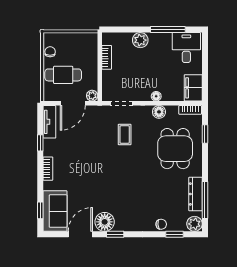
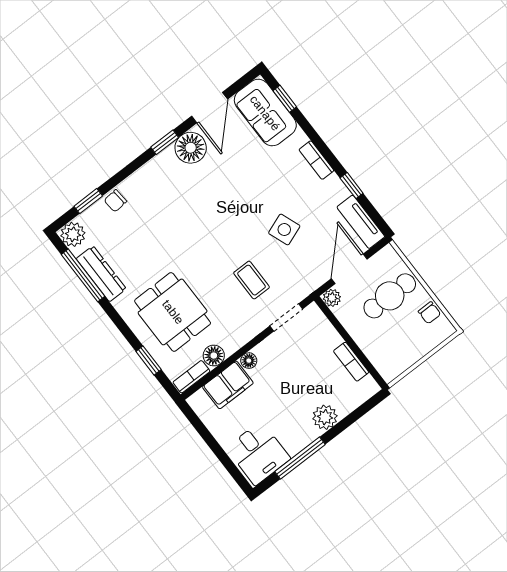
filing cabinet: (193, 88) -> (228, 385), moved, turned 90
floor lamp: (159, 112) -> (214, 356), moved
side table: (90, 147) -> (284, 230), added

